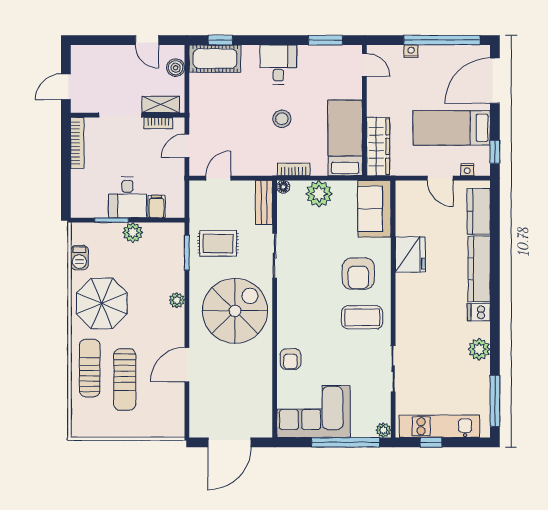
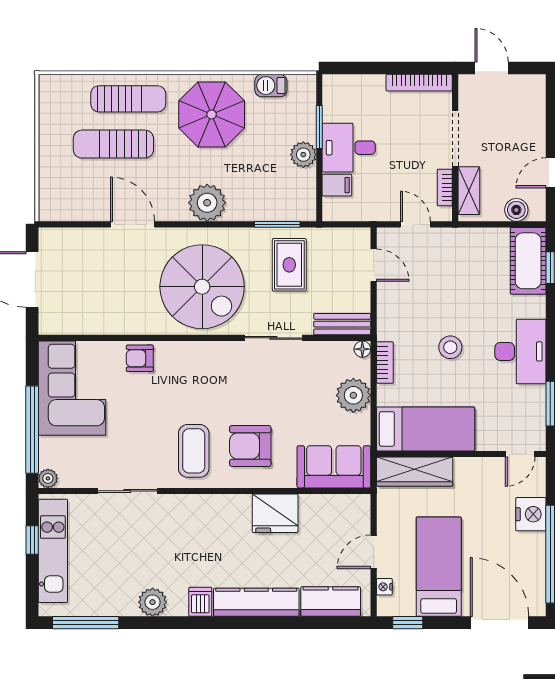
nightstand: (411, 51) -> (531, 514), width x1.89, depth x1.79
desk: (278, 65) -> (520, 351), width x1.37
plant: (177, 300) -> (207, 203), width x1.88, depth x1.88

